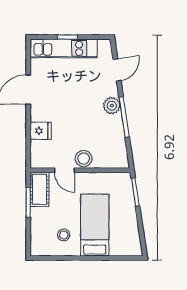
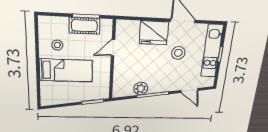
plant: (112, 106) -> (141, 88), moved
fridge: (41, 131) -> (154, 33), width x1.88, depth x1.34
stool: (84, 159) -> (178, 53), moved
cot: (40, 189) -> (84, 26), moved

